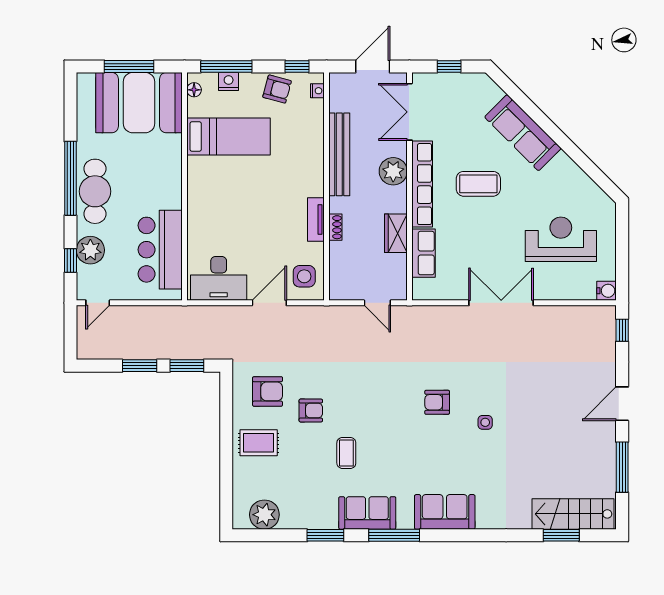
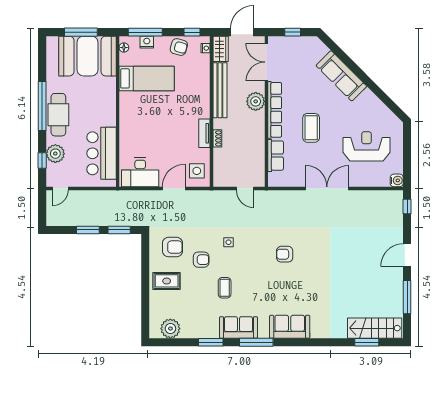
coffee table: (478, 184) -> (311, 128), moved, turned 90
wardrobe: (396, 233) -> (221, 49), moved, turned 180
side table: (485, 422) -> (229, 242), moved

